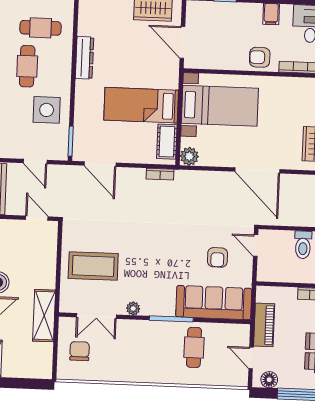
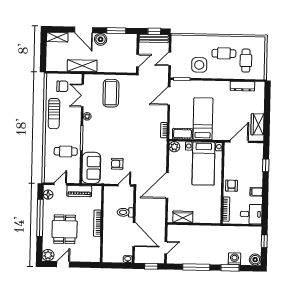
dresser: (84, 58) -> (242, 86), moved
sofa: (214, 303) -> (91, 168), width x0.73
sun lounger: (127, 367) -> (54, 114), added

